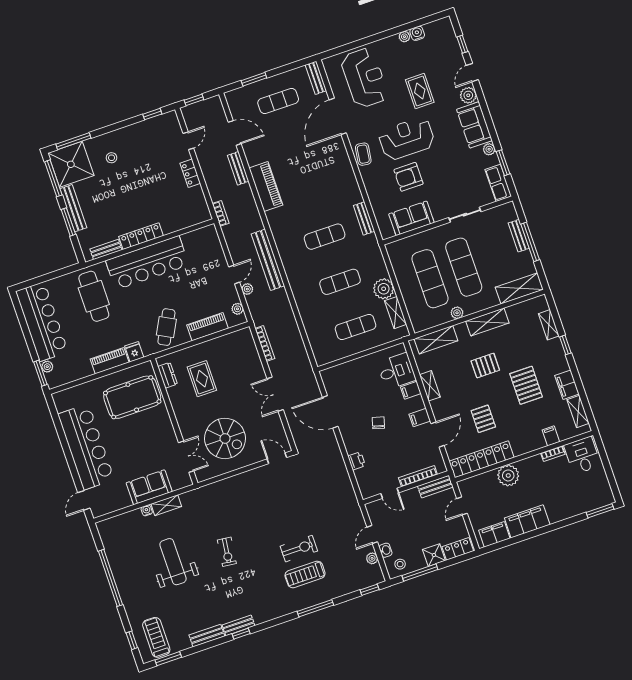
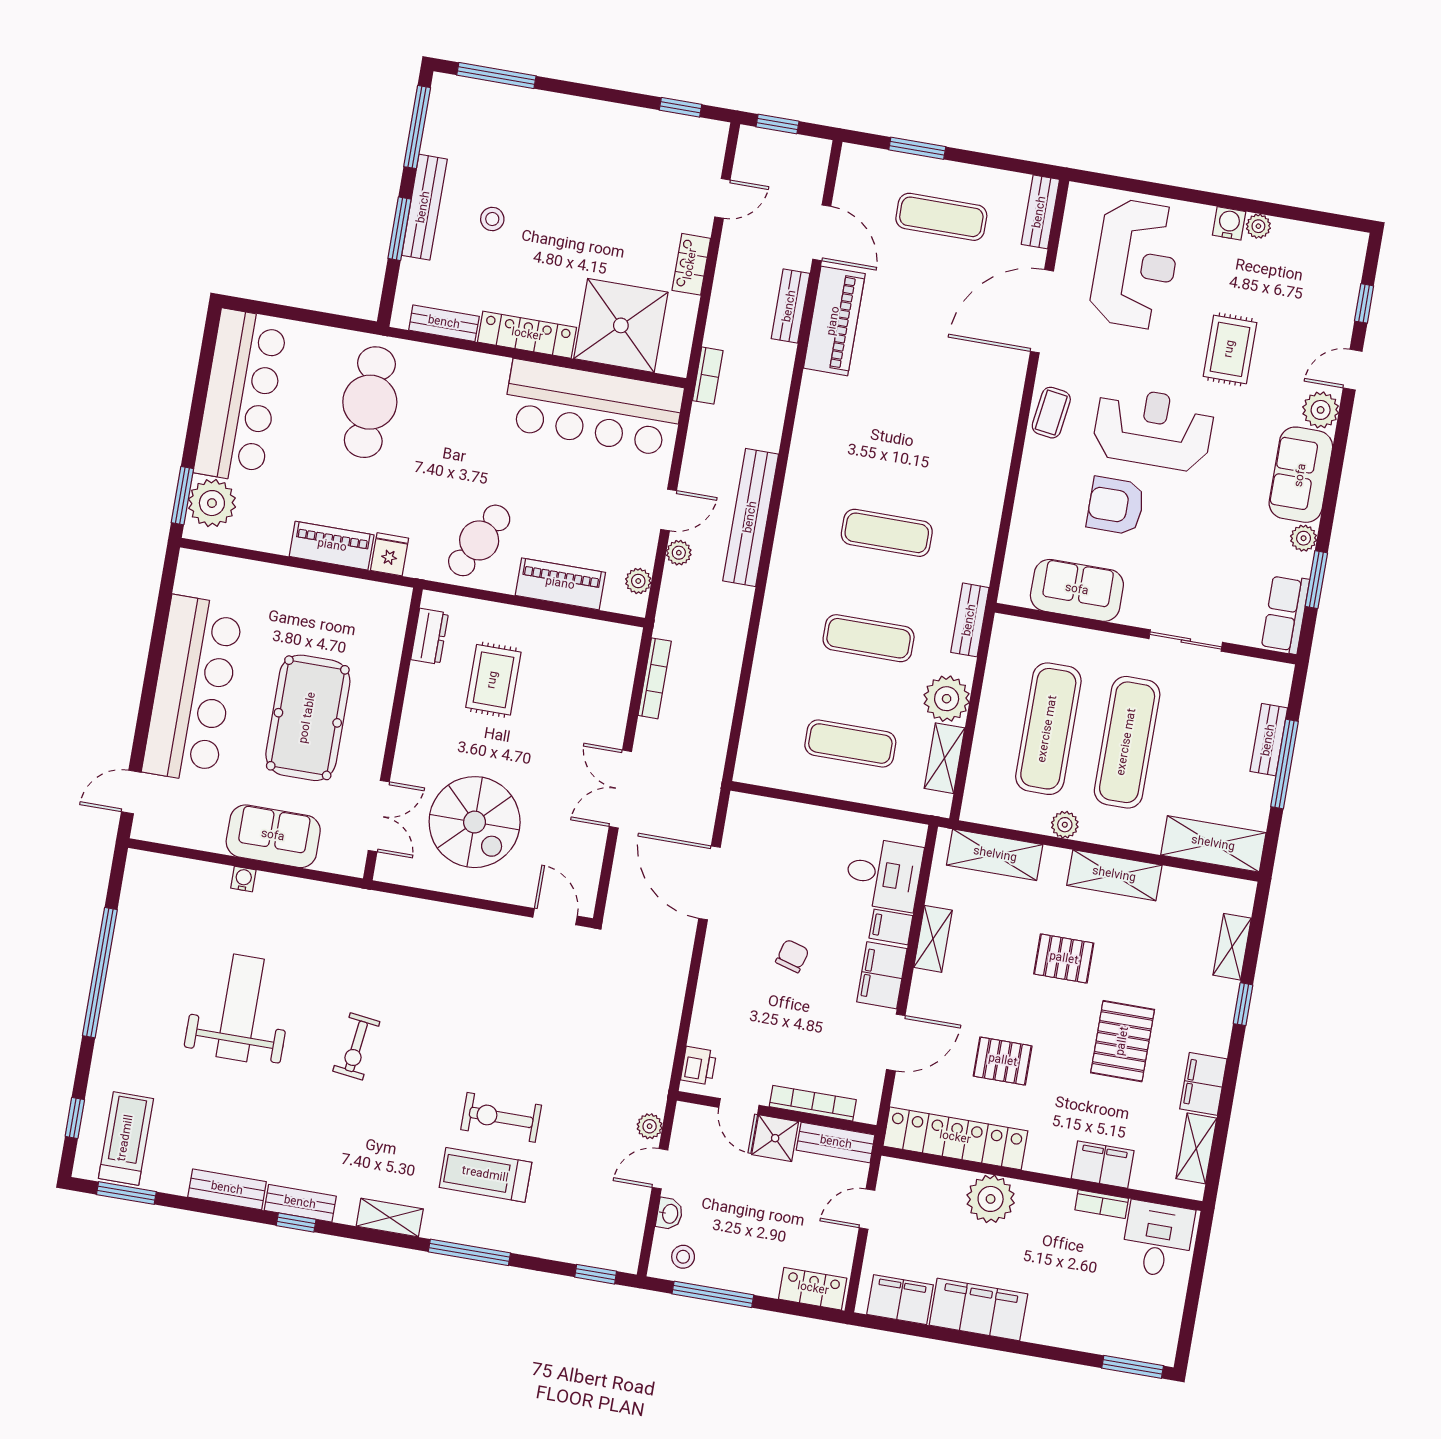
water cooler: (417, 33) -> (1229, 223), moved
stool: (111, 158) -> (492, 219), moved
shower: (71, 164) -> (621, 325), moved
piano: (266, 186) -> (834, 321), moved
bench: (364, 218) -> (970, 620), moved
bar counter: (147, 263) -> (593, 408), moved
plant: (47, 367) -> (212, 503), width x1.88, depth x1.88
pool table: (132, 397) -> (308, 718), moved, turned 90
filing cabinet: (420, 418) -> (882, 975), width x2.00
pallet: (483, 419) -> (1003, 1061), turned 90
filing cabinet: (551, 436) -> (1103, 1165), width x2.00
printer: (357, 461) -> (699, 1066), moved
shelving: (166, 505) -> (390, 1218), moved
exercise bike: (299, 549) -> (501, 1117), turned 180
shower: (434, 555) -> (775, 1138), moved
plant: (372, 558) -> (650, 1126), moved

